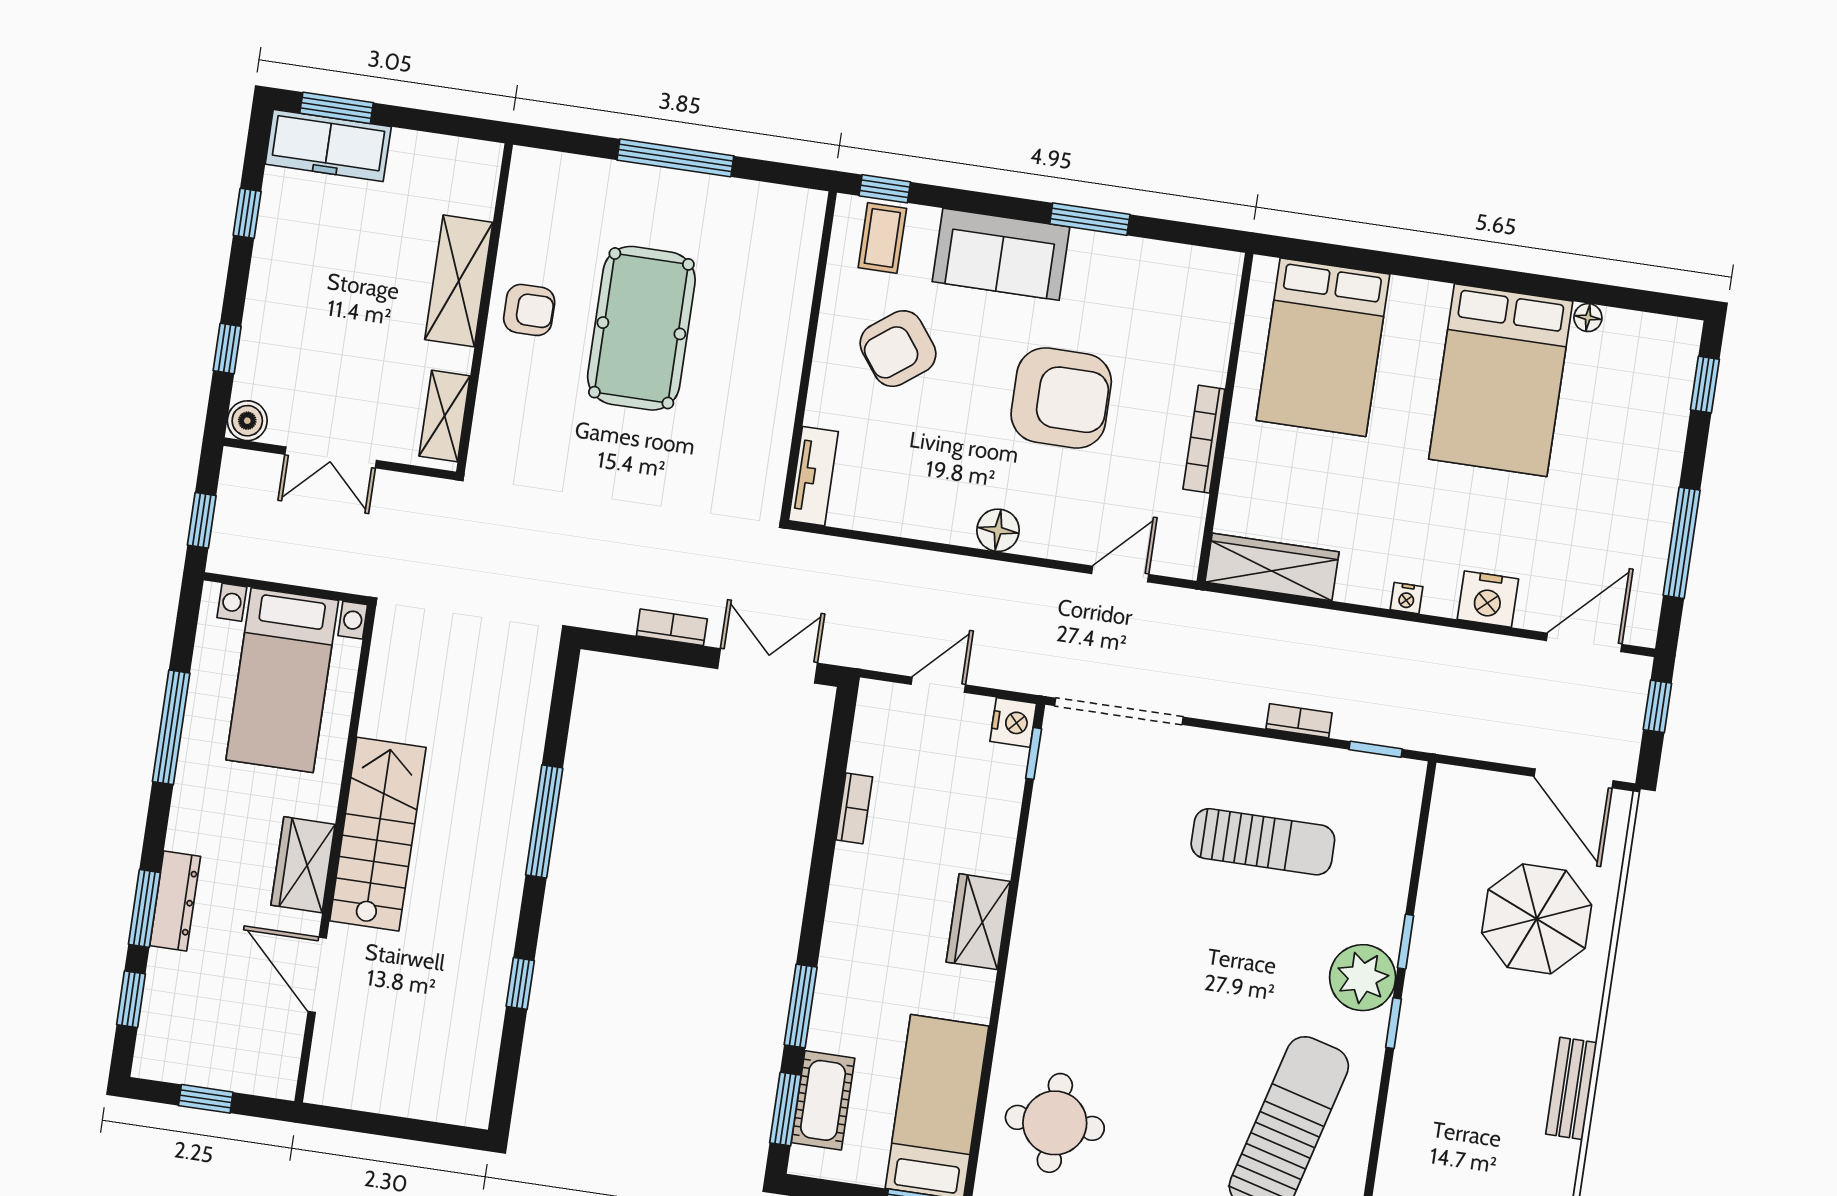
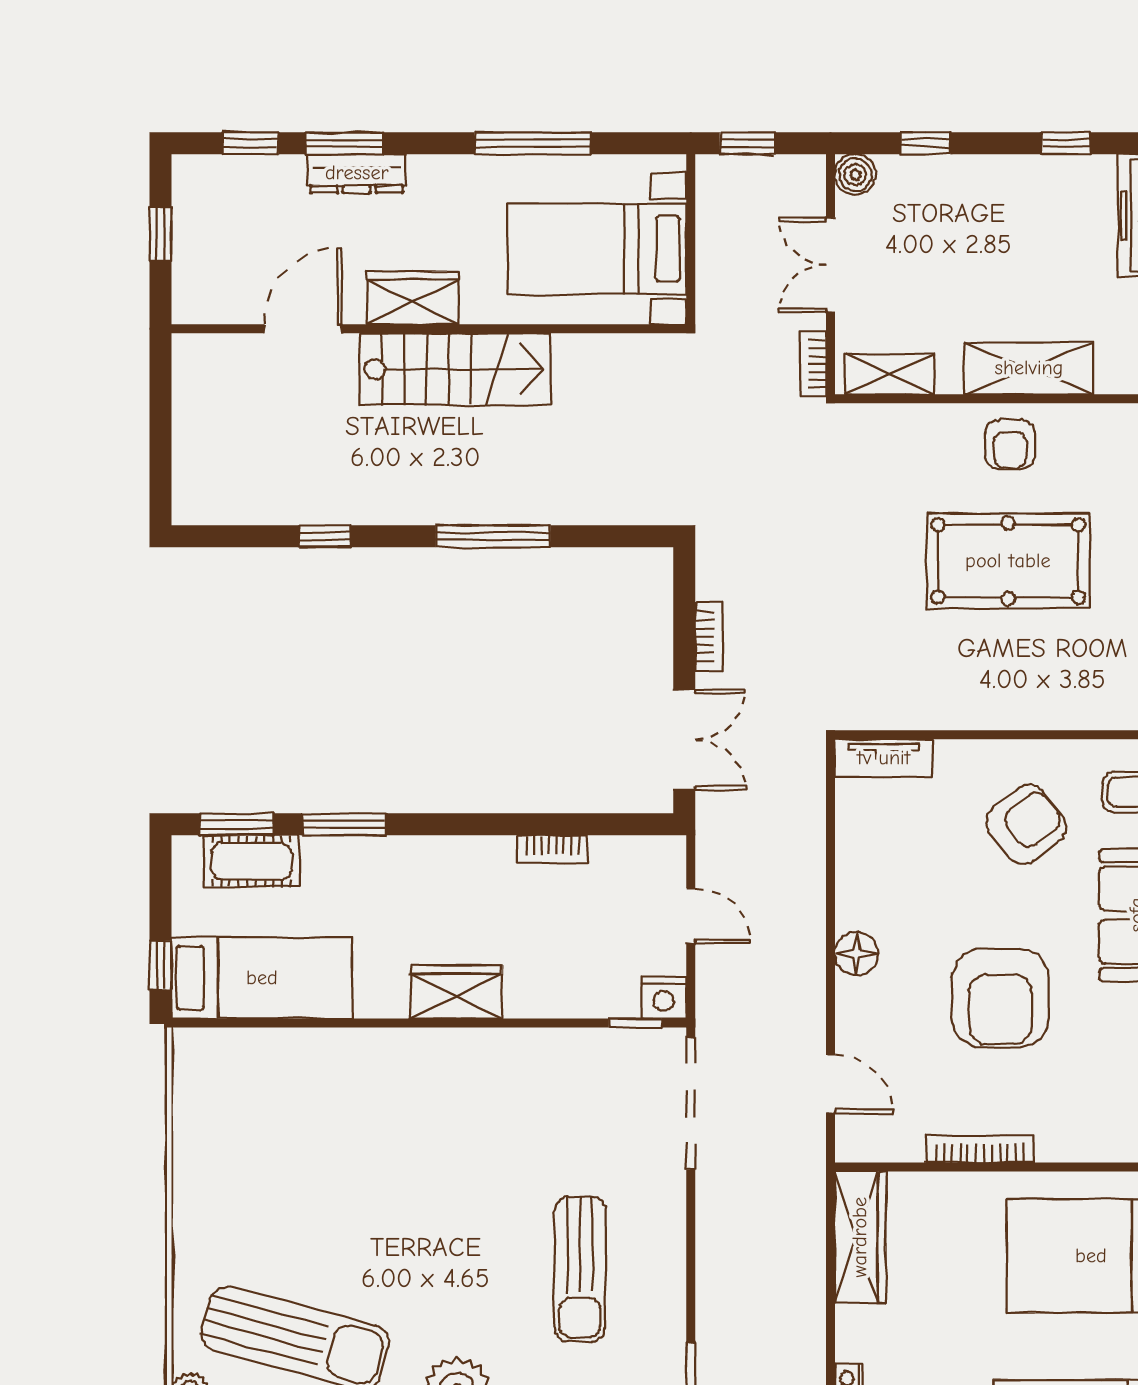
armchair: (898, 349) -> (1026, 825), turned 89
bookcase: (1299, 721) -> (813, 364), moved, turned 180
round table: (1055, 1123) -> (263, 1100), removed

